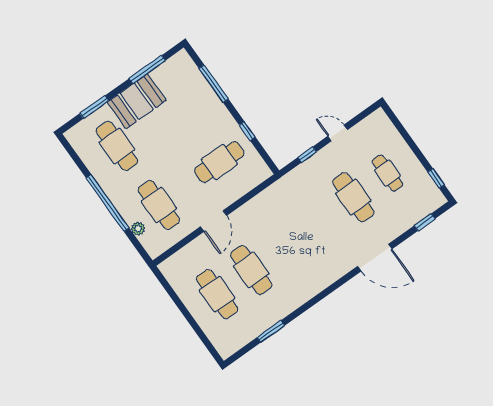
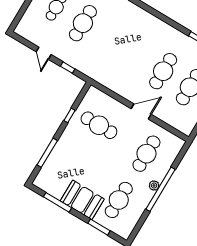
plant: (138, 229) -> (154, 185), moved

